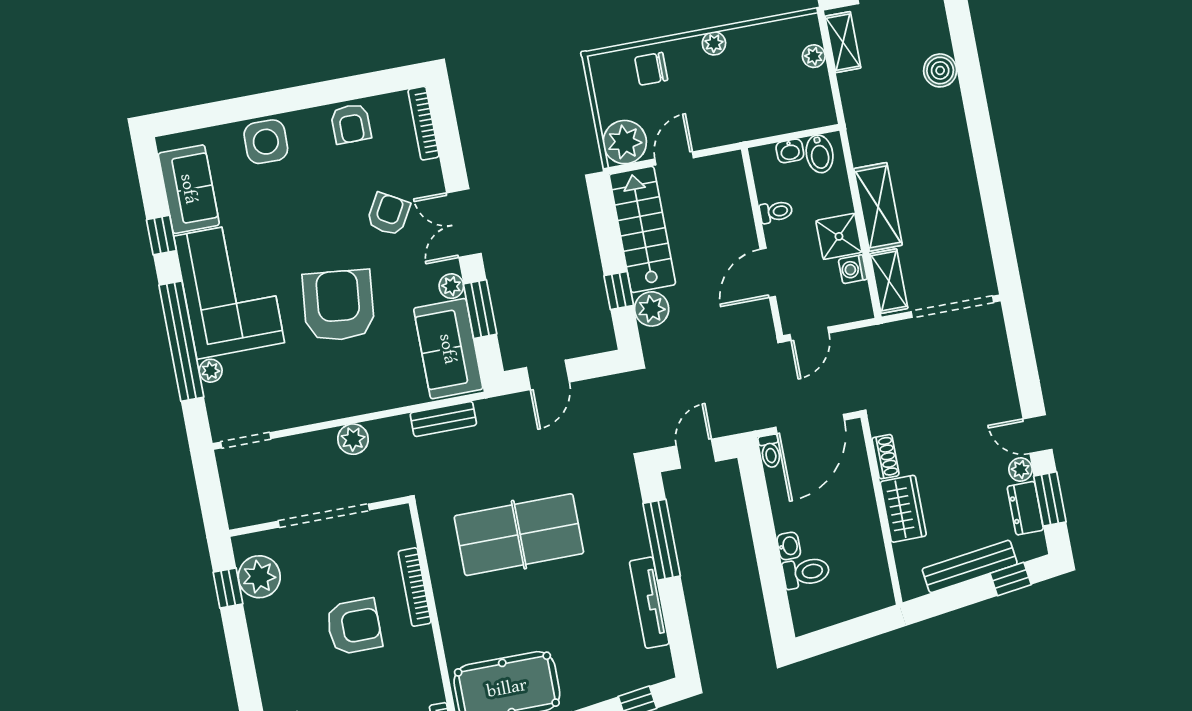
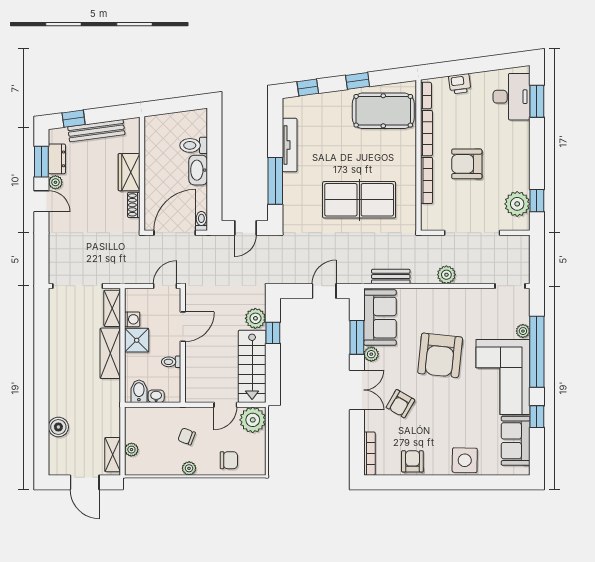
chair: (728, 95) -> (187, 436), added
washbasin: (789, 546) -> (198, 170), width x1.91, depth x1.45
bookcase: (429, 664) -> (426, 133), added

